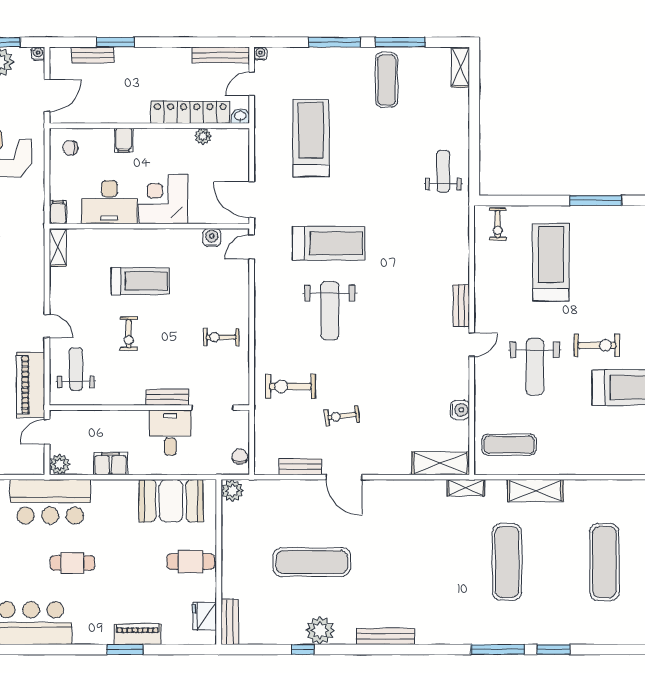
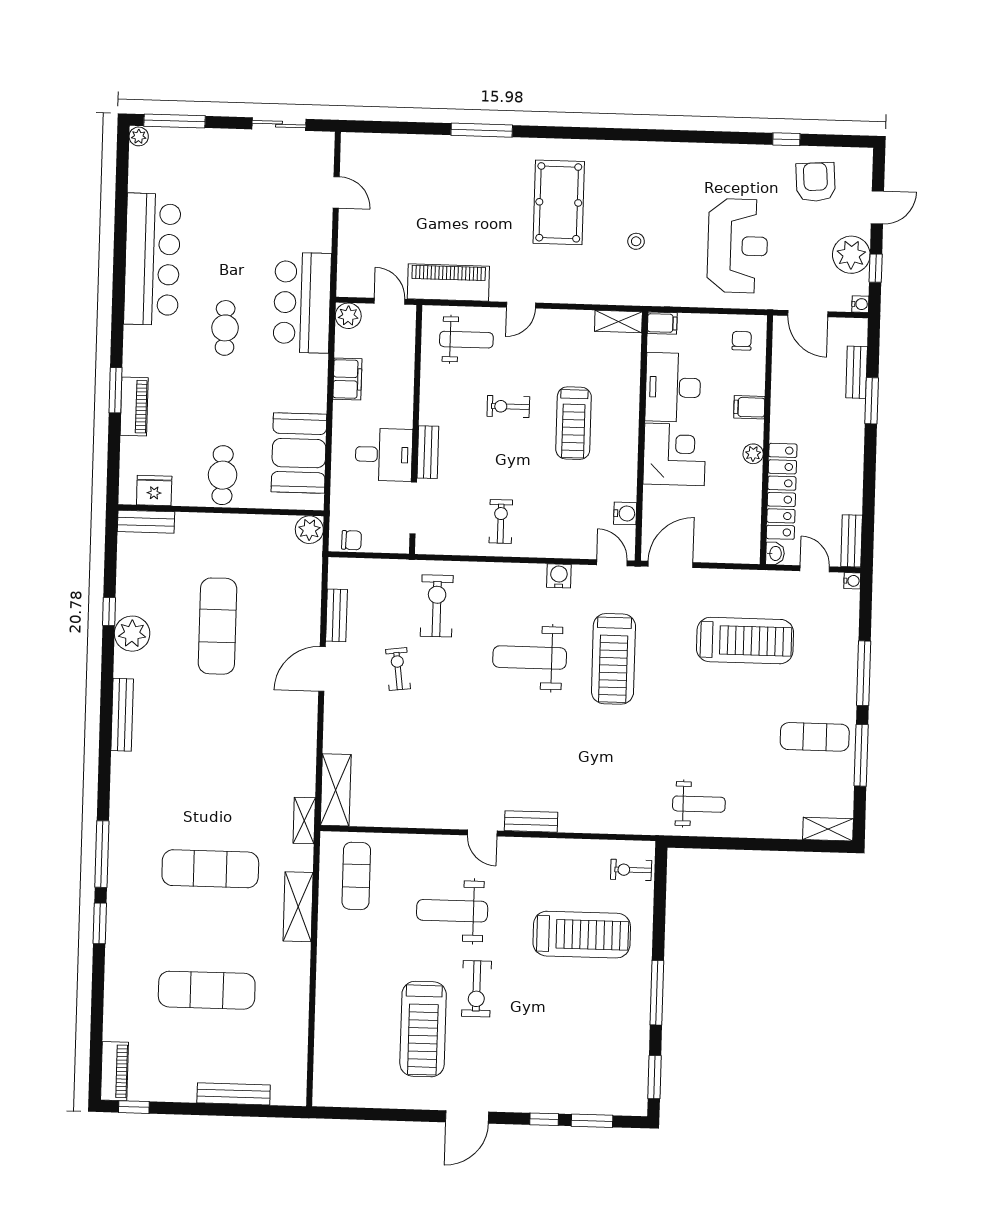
bench: (221, 55) -> (852, 541), width x0.73
plant: (203, 136) -> (753, 454), moved
water cooler: (460, 410) -> (559, 576), moved, turned 180

